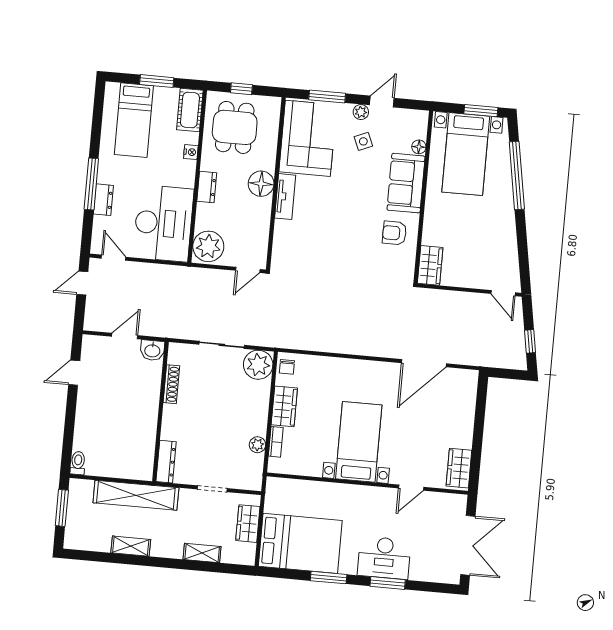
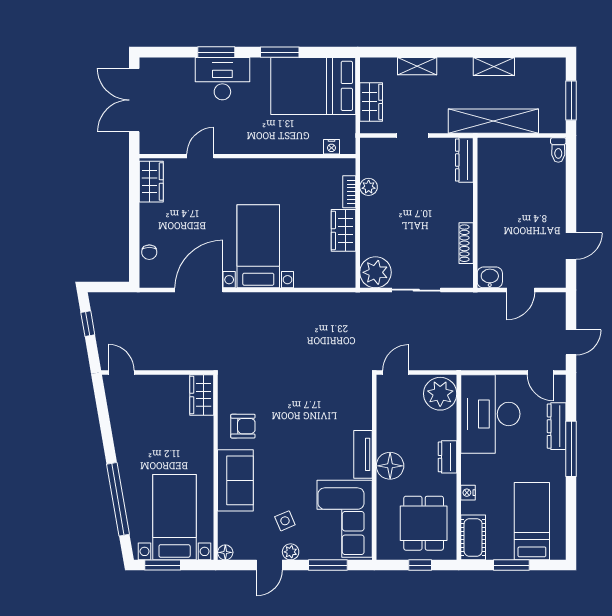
floor lamp: (419, 147) -> (225, 552), moved
dresser: (103, 200) -> (557, 426), width x1.44
chair: (287, 367) -> (149, 252), moved, turned 180
bed with nightstands: (359, 442) -> (258, 246), moved, turned 180
nightstand: (289, 485) -> (331, 147), added

